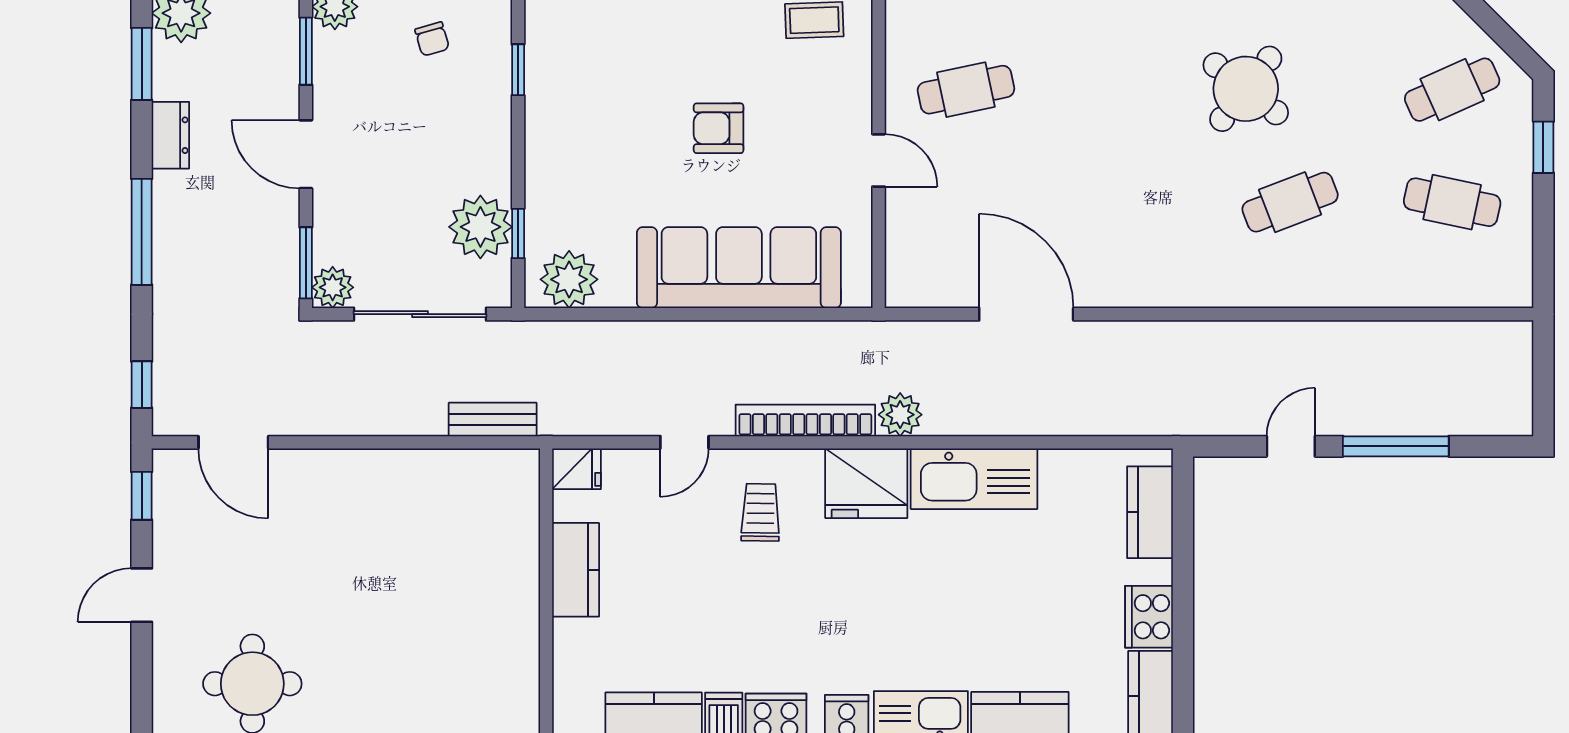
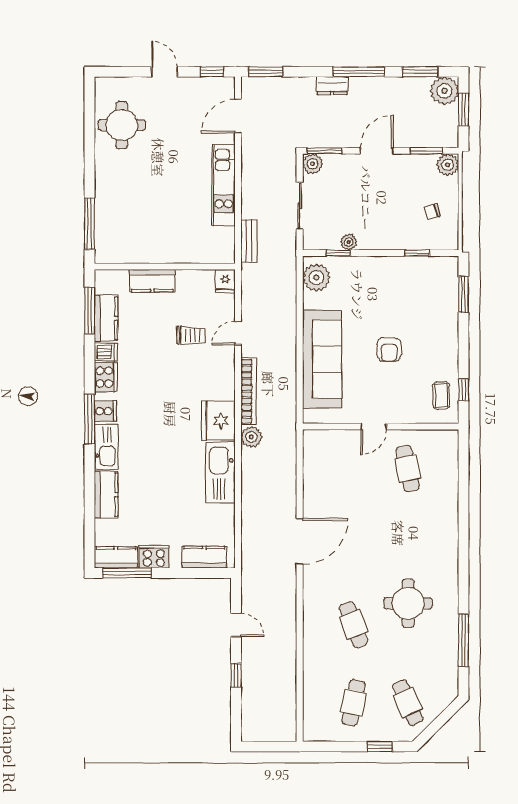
round table: (1246, 89) -> (408, 603), turned -38
armchair: (719, 128) -> (389, 350), turned 180
dresser: (170, 135) -> (332, 86), moved
plant: (480, 227) -> (349, 242), width x0.53, depth x0.53
window: (142, 232) -> (358, 72), moved
sliding door: (420, 314) -> (300, 206), width x0.73
door: (1026, 314) -> (300, 541), moved
window: (142, 385) -> (266, 72), width x1.50
door: (684, 442) -> (238, 333), hinge flipped
window: (1396, 446) -> (236, 676), width x0.46
kitchen unit: (377, 472) -> (224, 185), added
trolley: (760, 512) -> (191, 335), moved
kitchen counter: (576, 570) -> (152, 281), moved
window: (1183, 672) -> (127, 573), added

